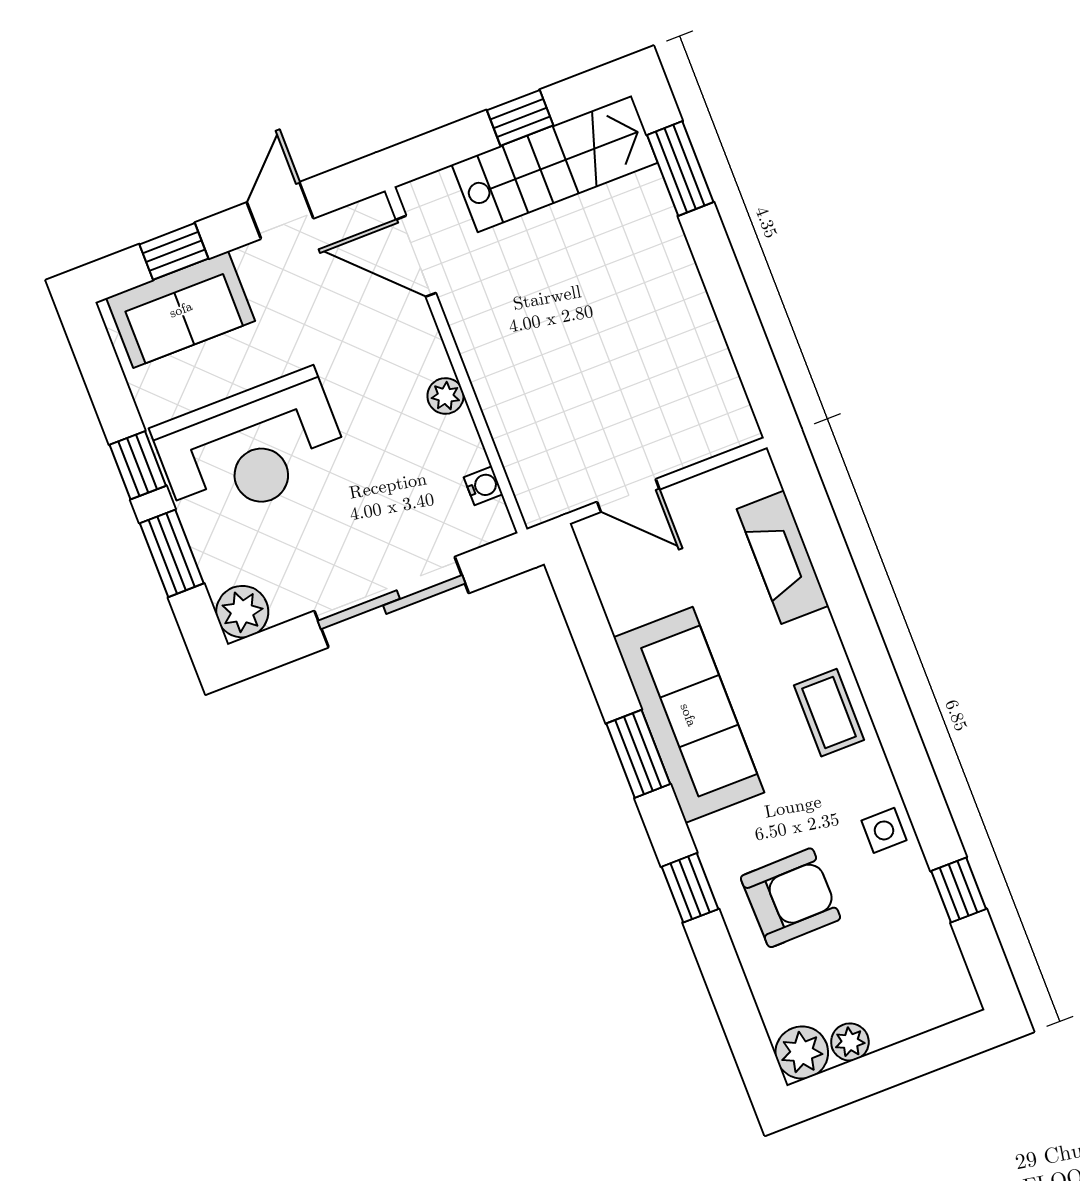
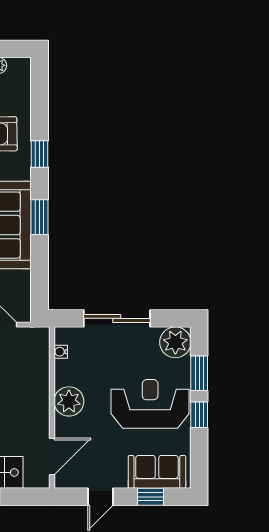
door: (416, 256) -> (52, 456), hinge flipped
plant: (446, 396) -> (69, 401), width x1.88, depth x1.88
plant: (242, 612) -> (175, 342), width x1.36, depth x1.36
plant: (802, 1052) -> (20, 69), removed

